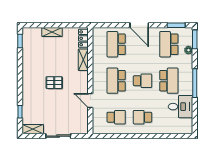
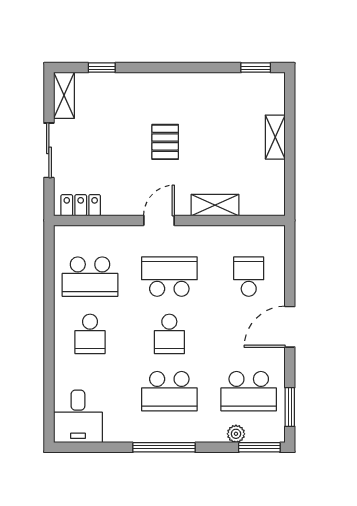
locker: (83, 38) -> (81, 205), moved
school desk: (116, 44) -> (249, 277), width x0.54
school desk: (169, 44) -> (249, 391), turned 180
door: (90, 101) -> (159, 220), moved
desk: (180, 107) -> (78, 416), moved
school desk: (116, 117) -> (90, 277), width x1.85
school desk: (143, 117) -> (90, 334), turned 180

